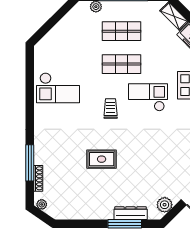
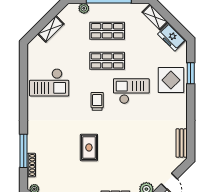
shelving: (60, 29) -> (51, 29), added
rug: (102, 159) -> (89, 147), turned 90

